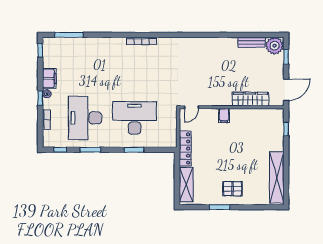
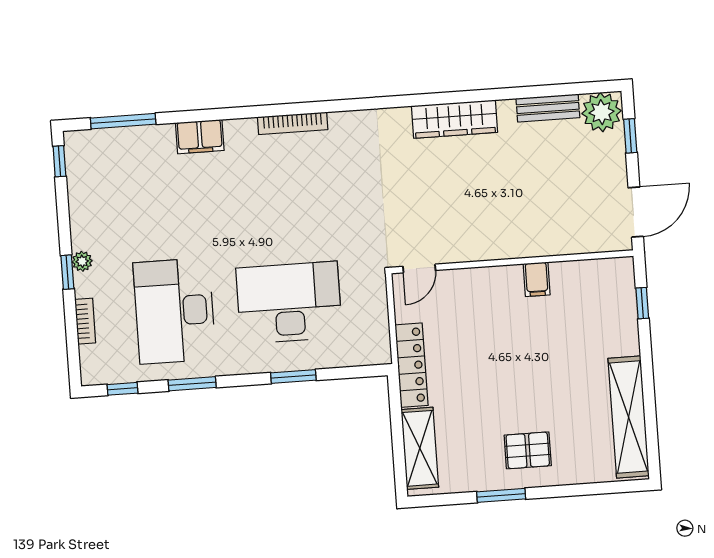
filing cabinet: (49, 78) -> (200, 137), moved, turned 90
wardrobe: (250, 99) -> (455, 119), moved, turned 180
filing cabinet: (224, 115) -> (537, 279), moved

